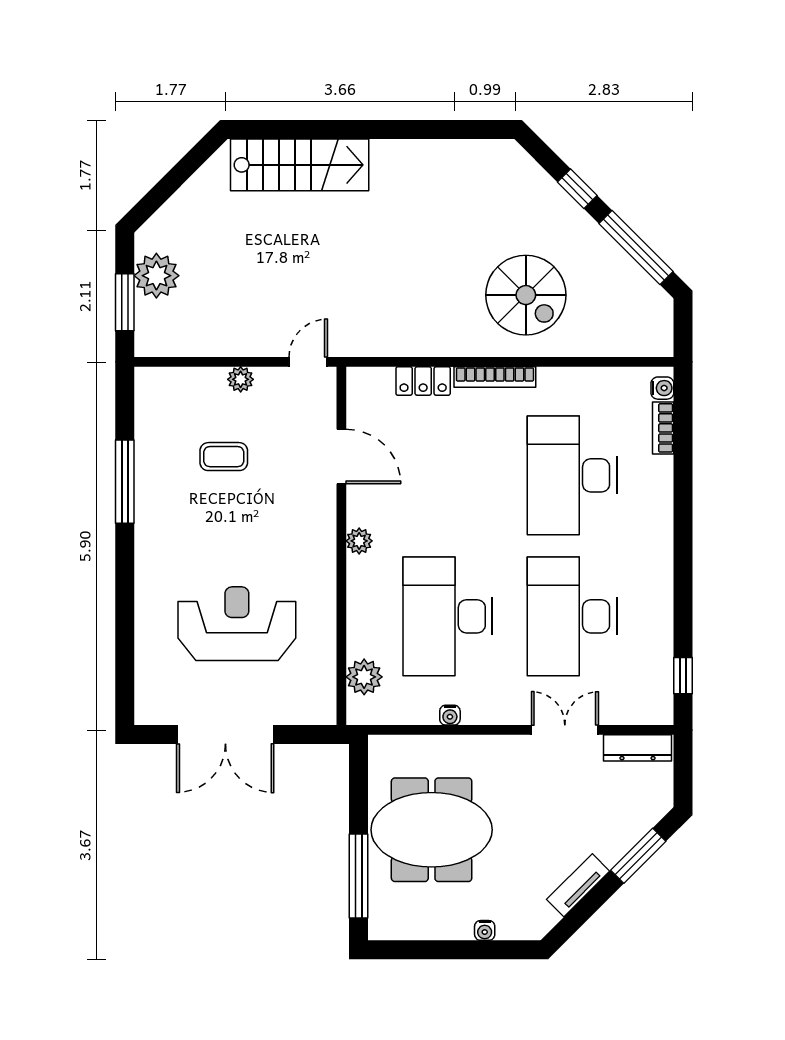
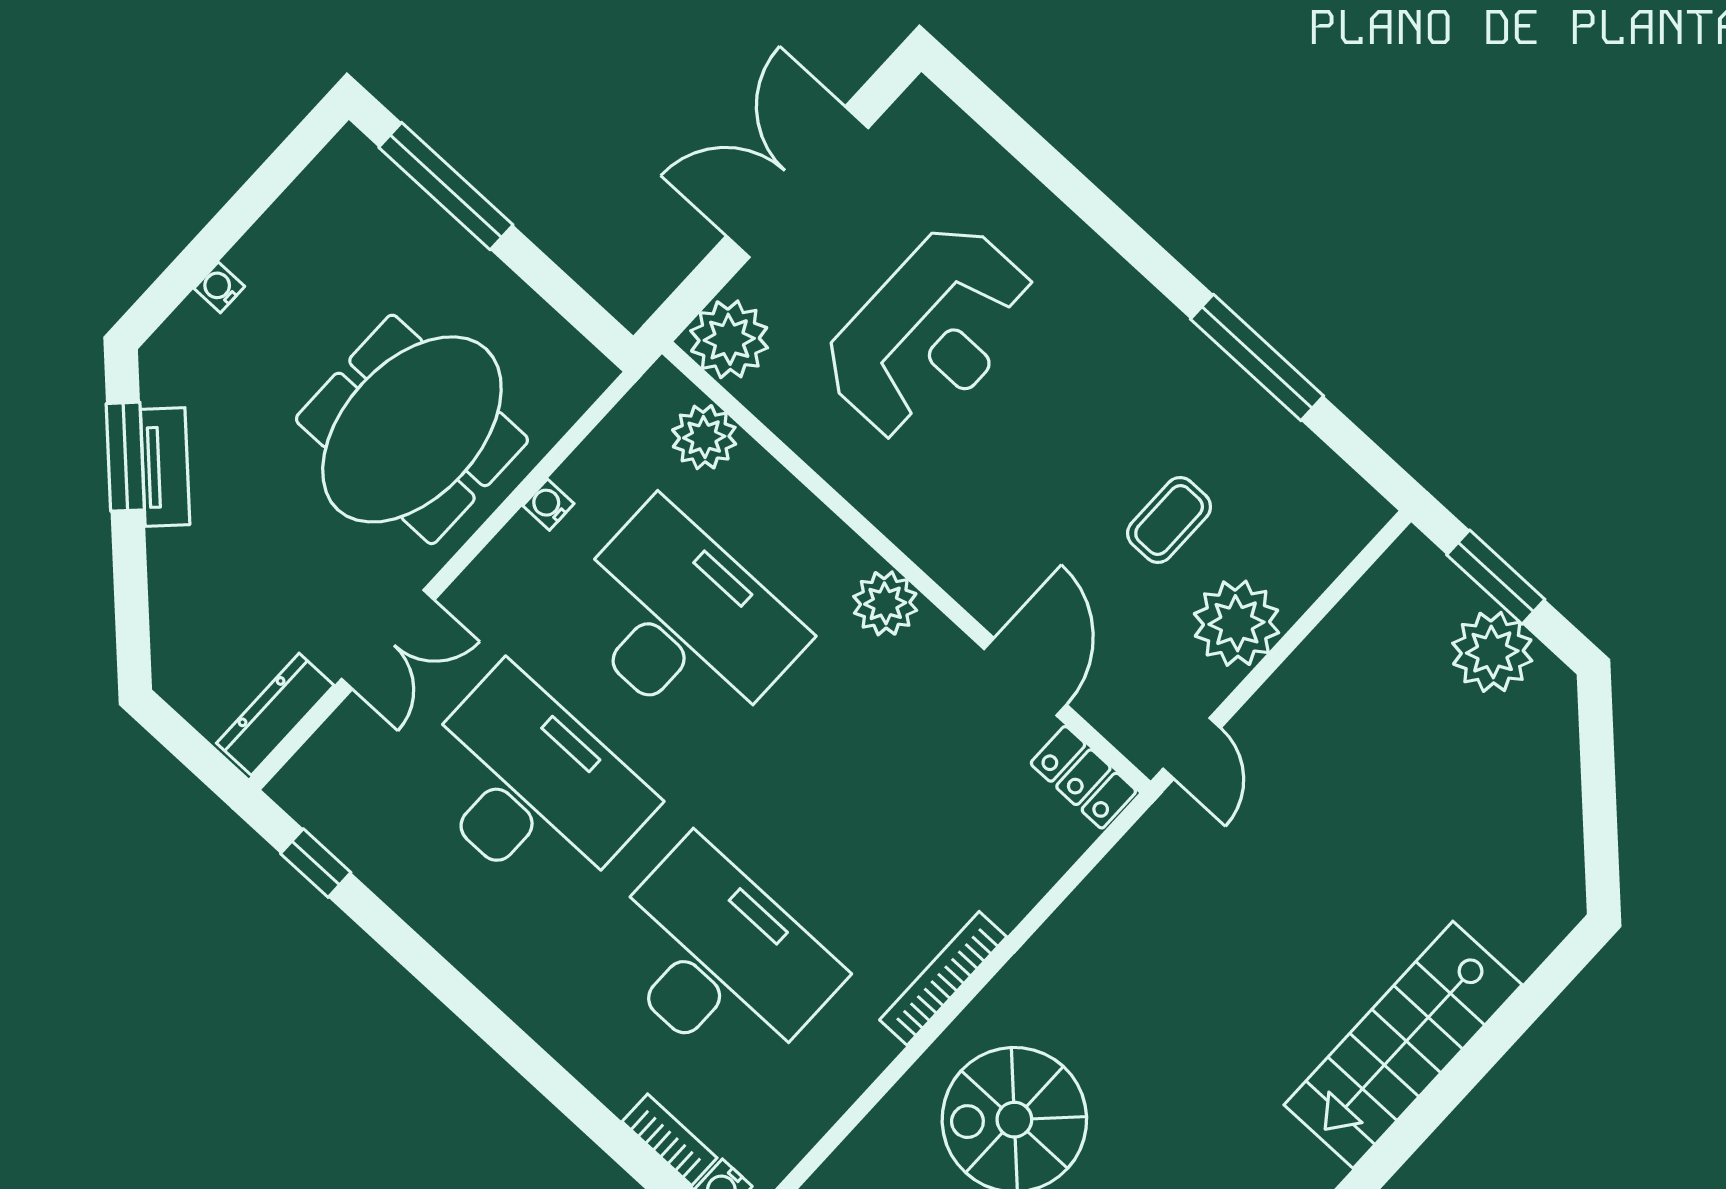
stairs: (300, 165) -> (1403, 1045), moved
plant: (241, 379) -> (1236, 623), width x1.88, depth x1.88
locker: (423, 381) -> (1083, 777), moved, turned -90
door: (341, 456) -> (1025, 677), swing flipped
plant: (359, 541) -> (885, 603), width x1.38, depth x1.38
plant: (315, 703) -> (729, 339), added
meeting table: (432, 830) -> (412, 429), moved
window: (638, 856) -> (125, 457), moved

